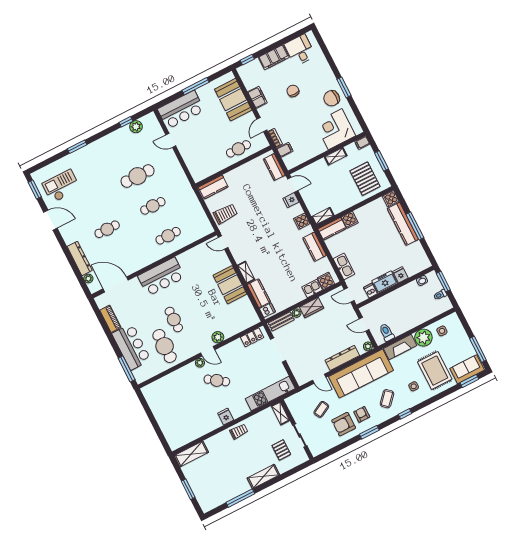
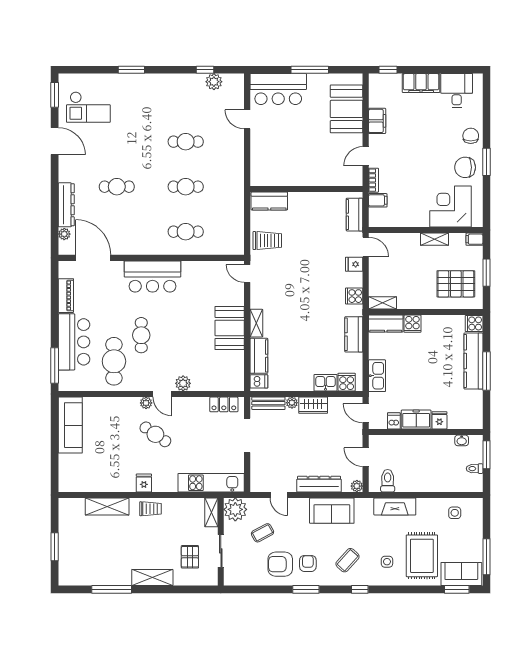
chair: (293, 91) -> (471, 136), moved
cafe table: (238, 149) -> (323, 171), removed
cafe table: (138, 176) -> (186, 142), width x0.73, depth x0.74
pallet: (365, 179) -> (456, 284), turned 90
checkout: (61, 186) -> (88, 107), turned 180
plant: (423, 338) -> (235, 509), moved
sofa: (361, 373) -> (332, 511), width x0.54, depth x0.79
sofa: (157, 403) -> (70, 425), added
shelving: (191, 454) -> (107, 507), moved

